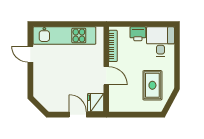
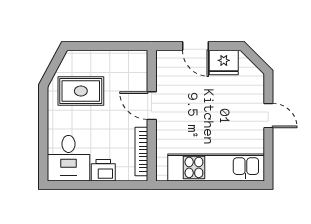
door: (30, 54) -> (268, 116), moved
rug: (152, 85) -> (81, 91), turned 90
fridge: (96, 103) -> (224, 62), moved, turned 90

